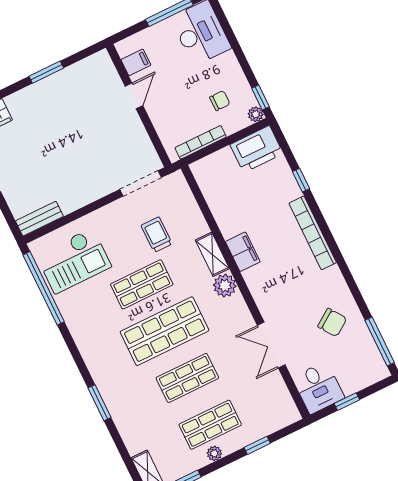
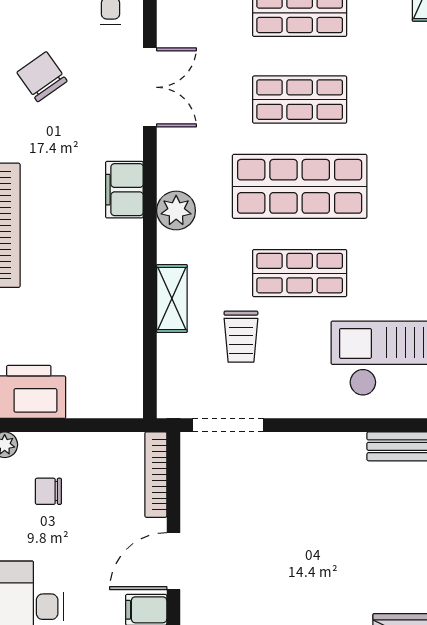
door: (134, 96) -> (173, 561), width x1.38
bookcase: (201, 142) -> (156, 475), moved, turned 90
filing cabinet: (243, 252) -> (124, 190), moved
shelving: (212, 254) -> (172, 299), moved

